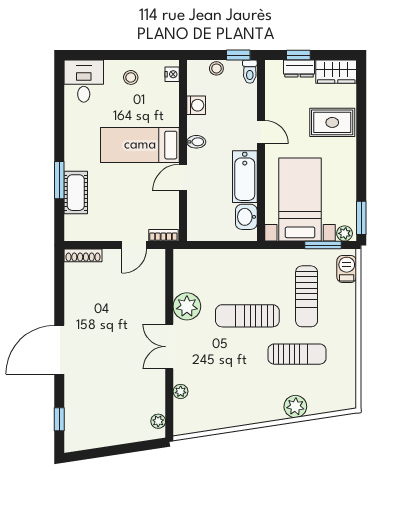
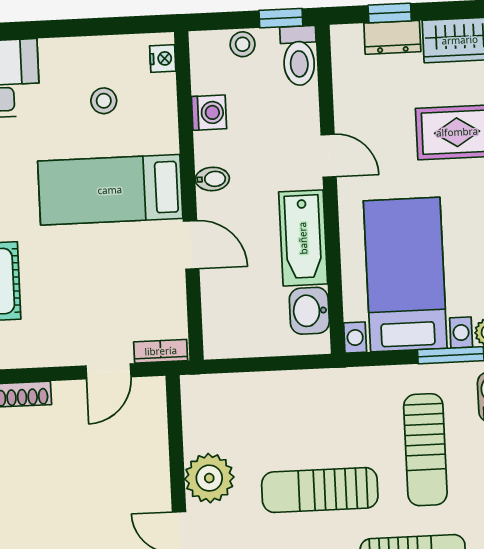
toilet: (250, 72) -> (299, 56), width x1.37, depth x1.39
stool: (131, 77) -> (104, 101), moved
door: (183, 178) -> (191, 245), swing flipped

